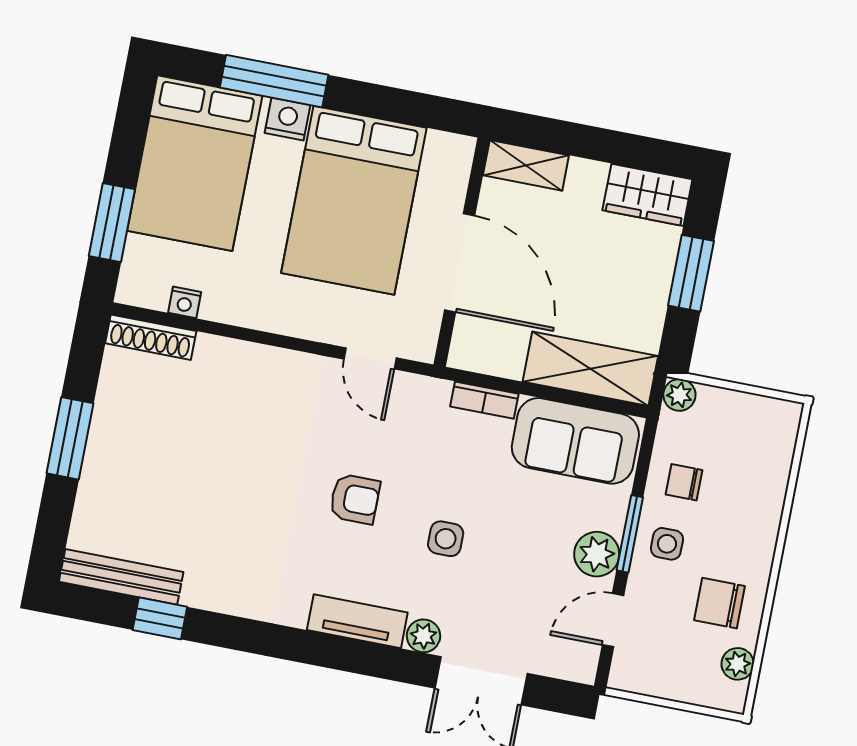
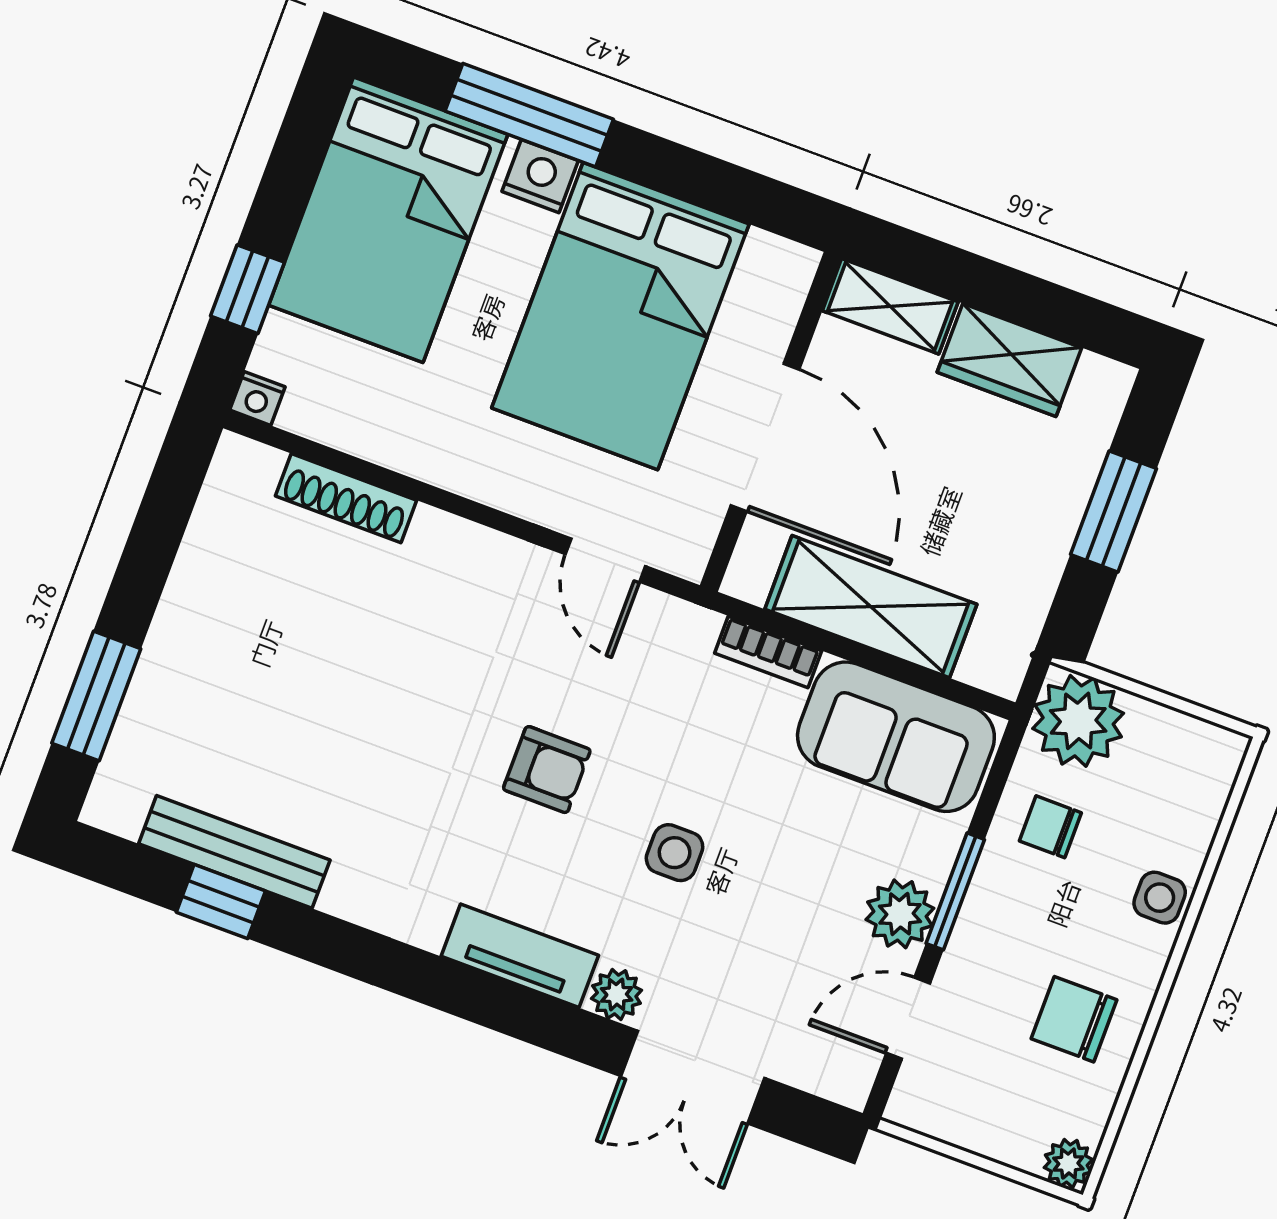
wardrobe: (647, 195) -> (1009, 360), moved
window: (112, 223) -> (248, 289), width x0.67
nightstand: (185, 302) -> (257, 398), moved
shoe rack: (151, 337) -> (346, 498), moved
shelving: (590, 369) -> (871, 607), moved
plant: (679, 395) -> (1078, 721), width x1.88, depth x1.88
window: (70, 438) -> (96, 696), moved
side table: (667, 544) -> (1160, 898), moved
bench: (121, 577) -> (234, 852), moved
plant: (738, 664) -> (1068, 1164), moved

